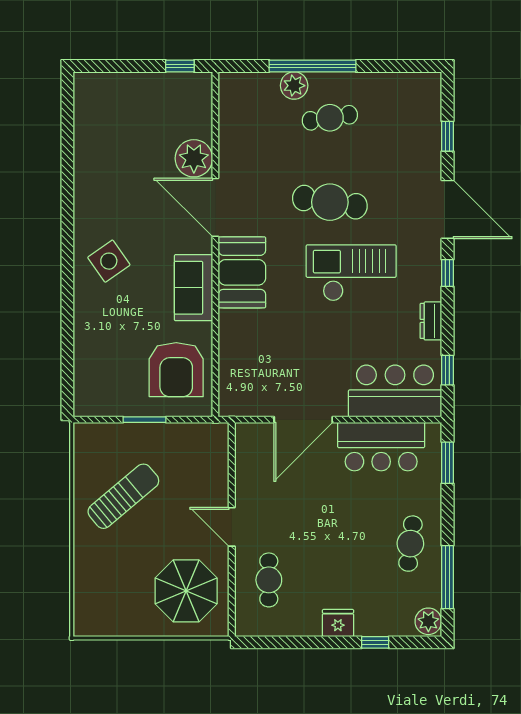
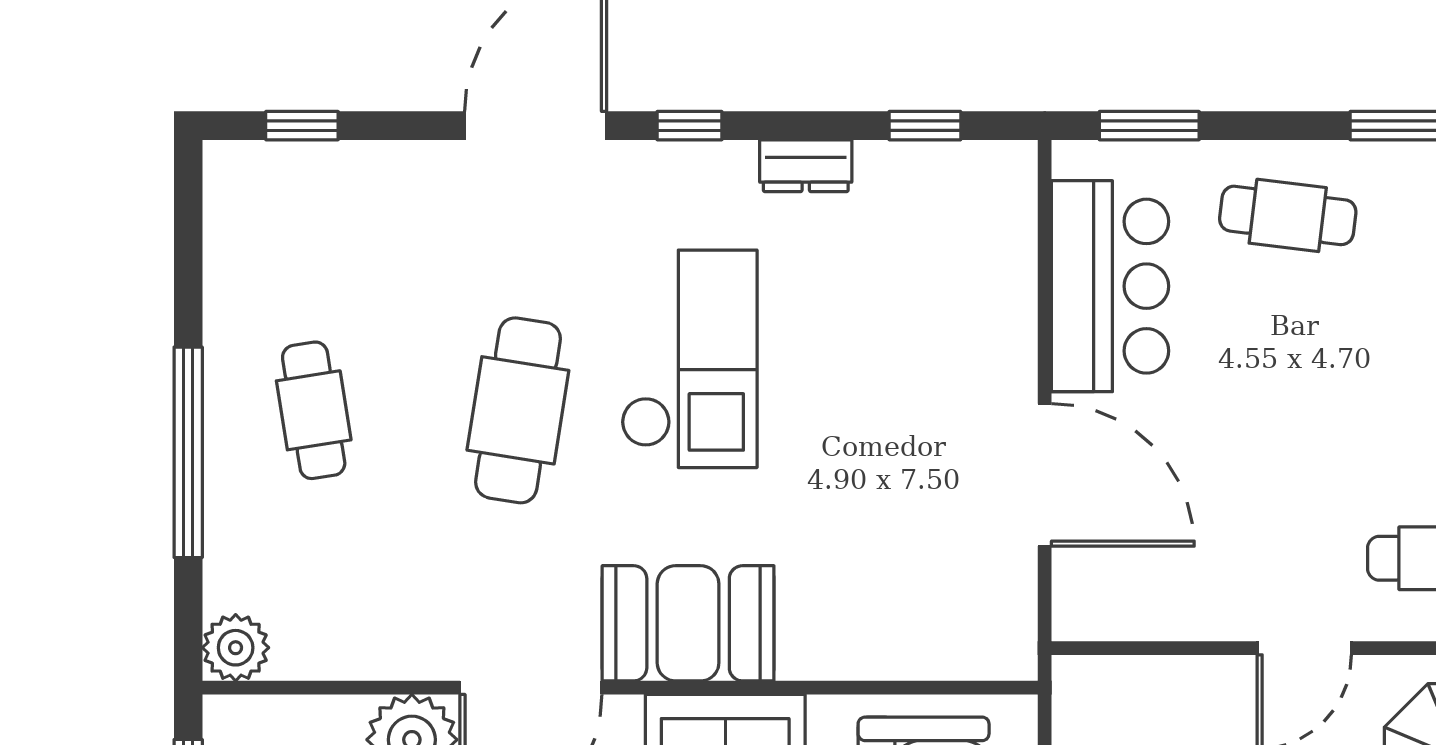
plant: (294, 86) -> (236, 648), moved
window: (447, 136) -> (302, 126), moved
checkout: (351, 273) -> (689, 359), turned 180
bar counter: (395, 391) -> (975, 253), removed
cafe table: (410, 544) -> (1288, 215), moved

